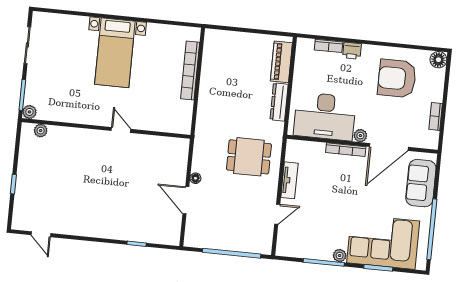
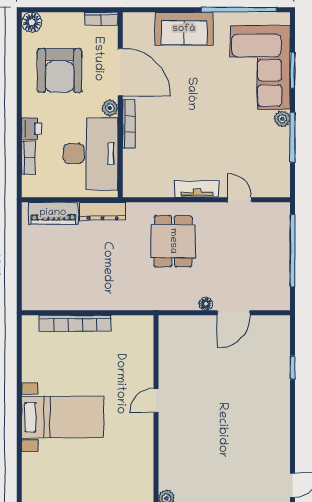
desk: (325, 116) -> (91, 154), moved
plant: (360, 136) -> (110, 108), moved
wall: (362, 144) -> (120, 105), moved
door: (389, 147) -> (120, 72), moved
bookcase: (346, 150) -> (129, 124), moved

